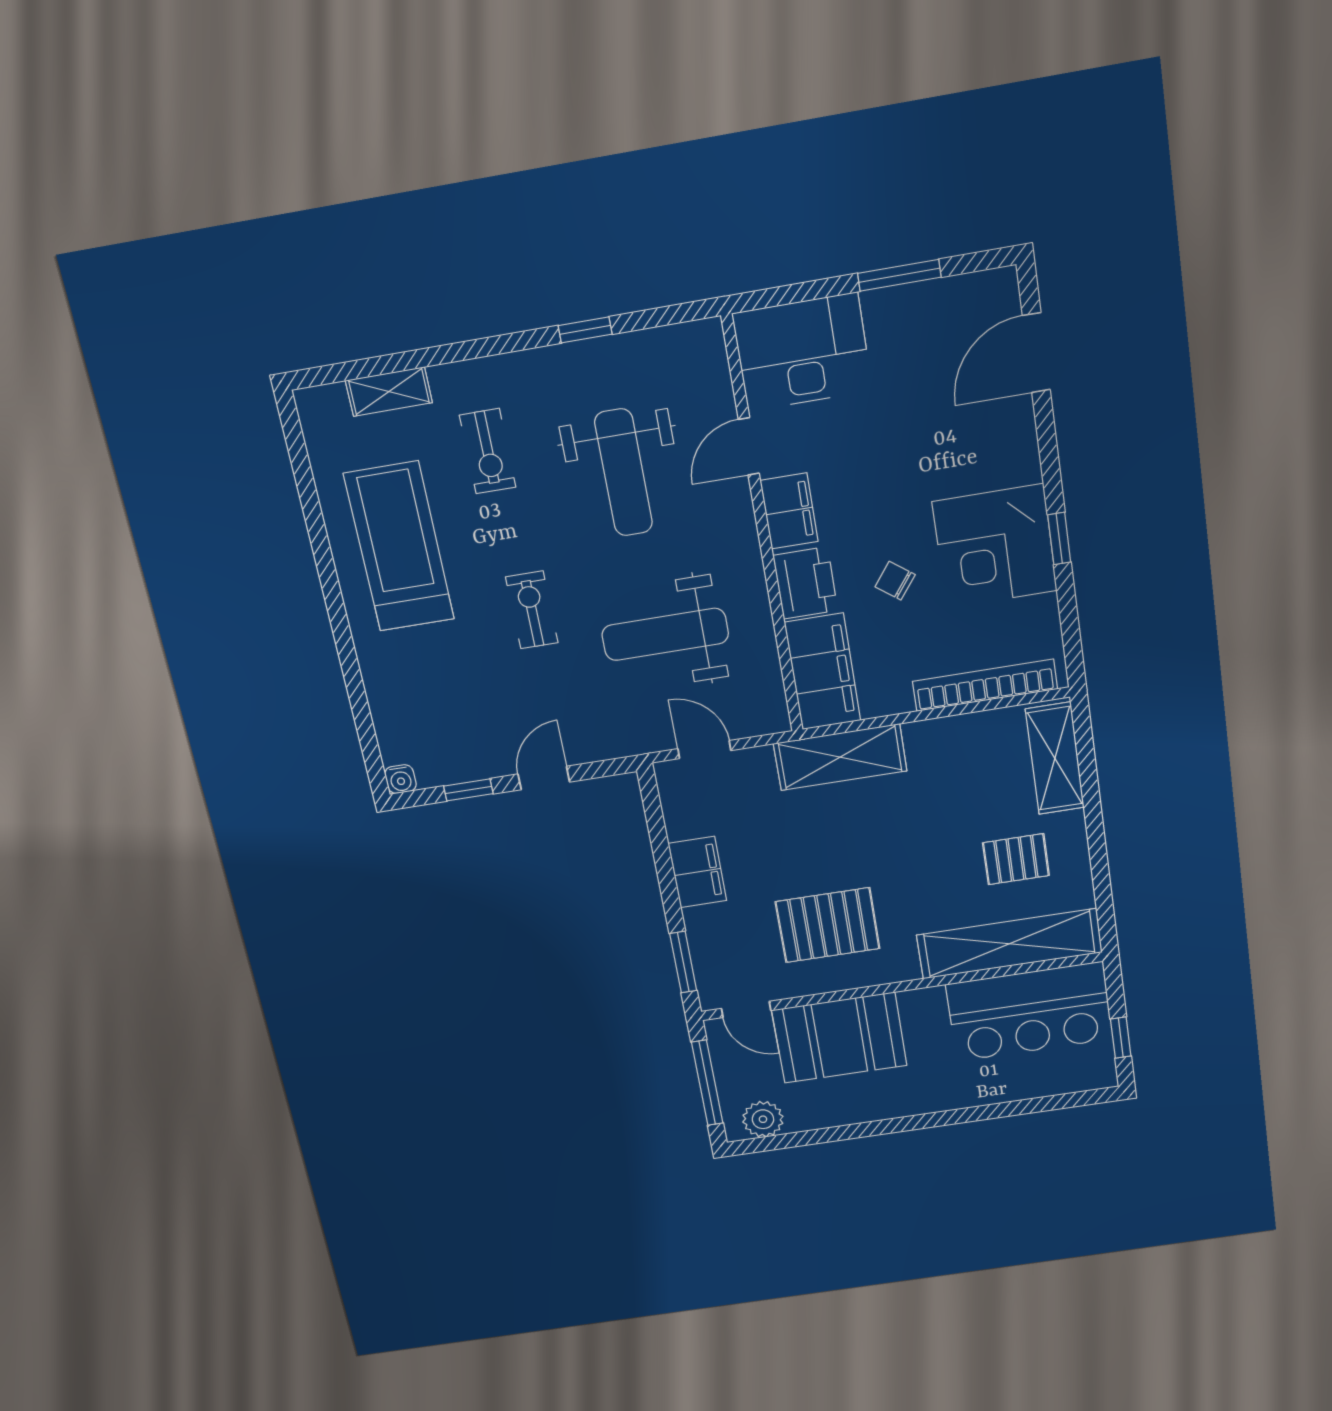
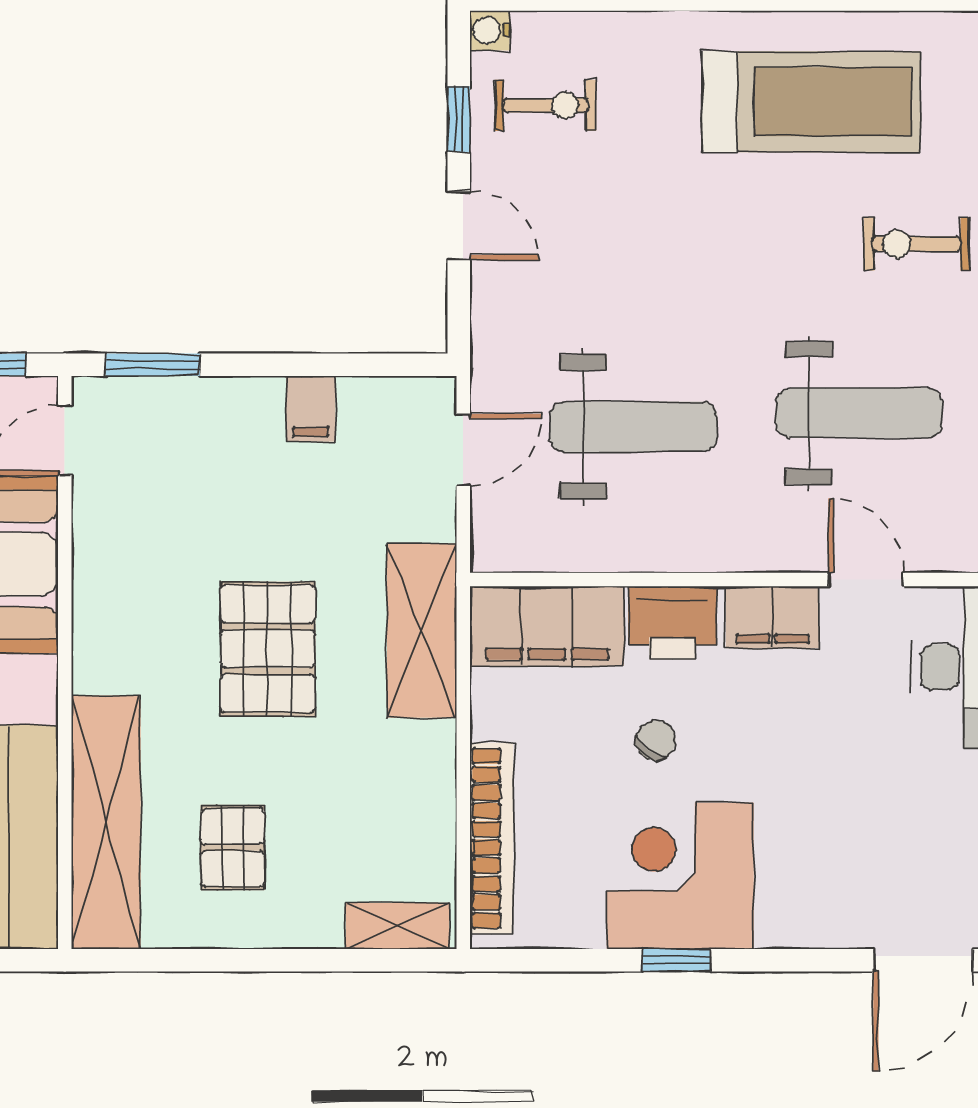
door: (1036, 353) -> (923, 960), swing flipped
weight bench: (624, 473) -> (859, 413), turned 180
exercise bike: (532, 610) -> (546, 105), moved
weight bench: (665, 634) -> (634, 427), turned 90
shelving: (1055, 758) -> (398, 926), width x0.67, depth x0.75
filing cabinet: (697, 872) -> (311, 409), width x0.50
pallet: (828, 925) -> (268, 649), moved

